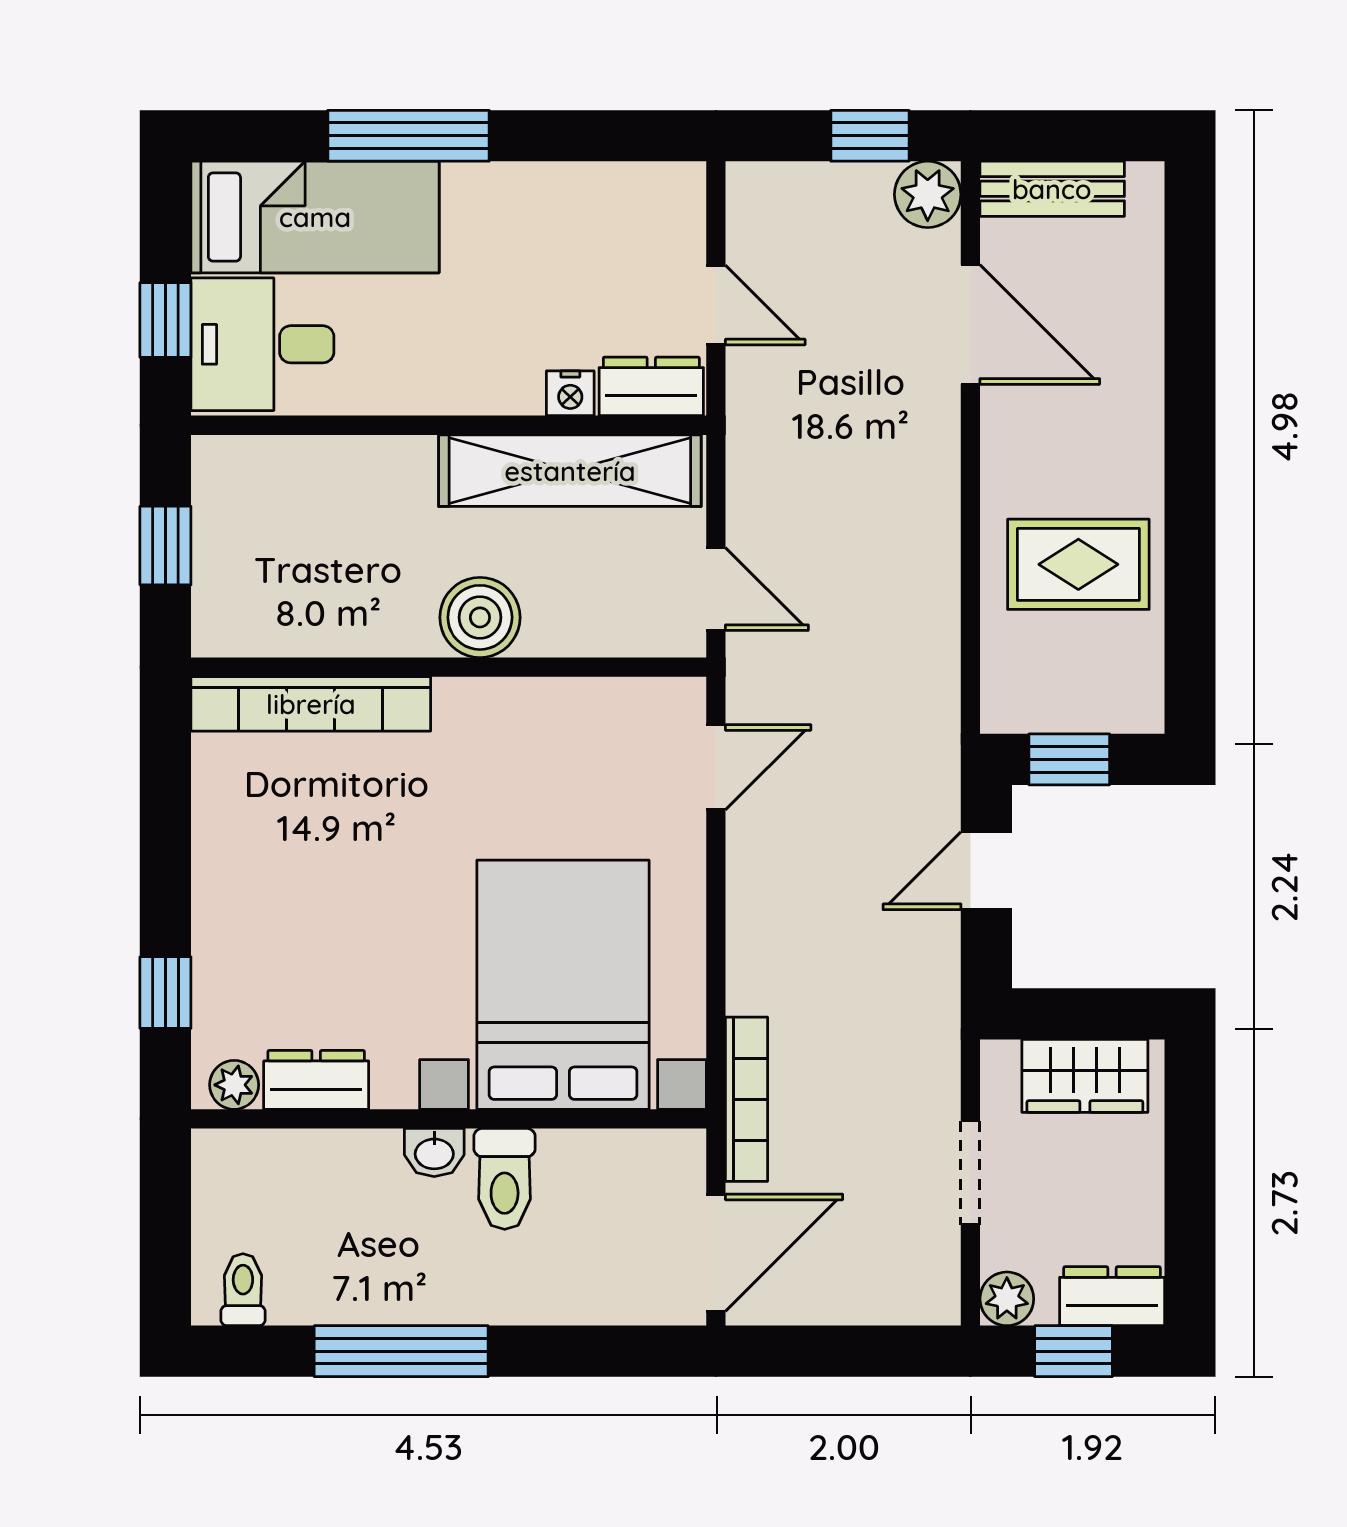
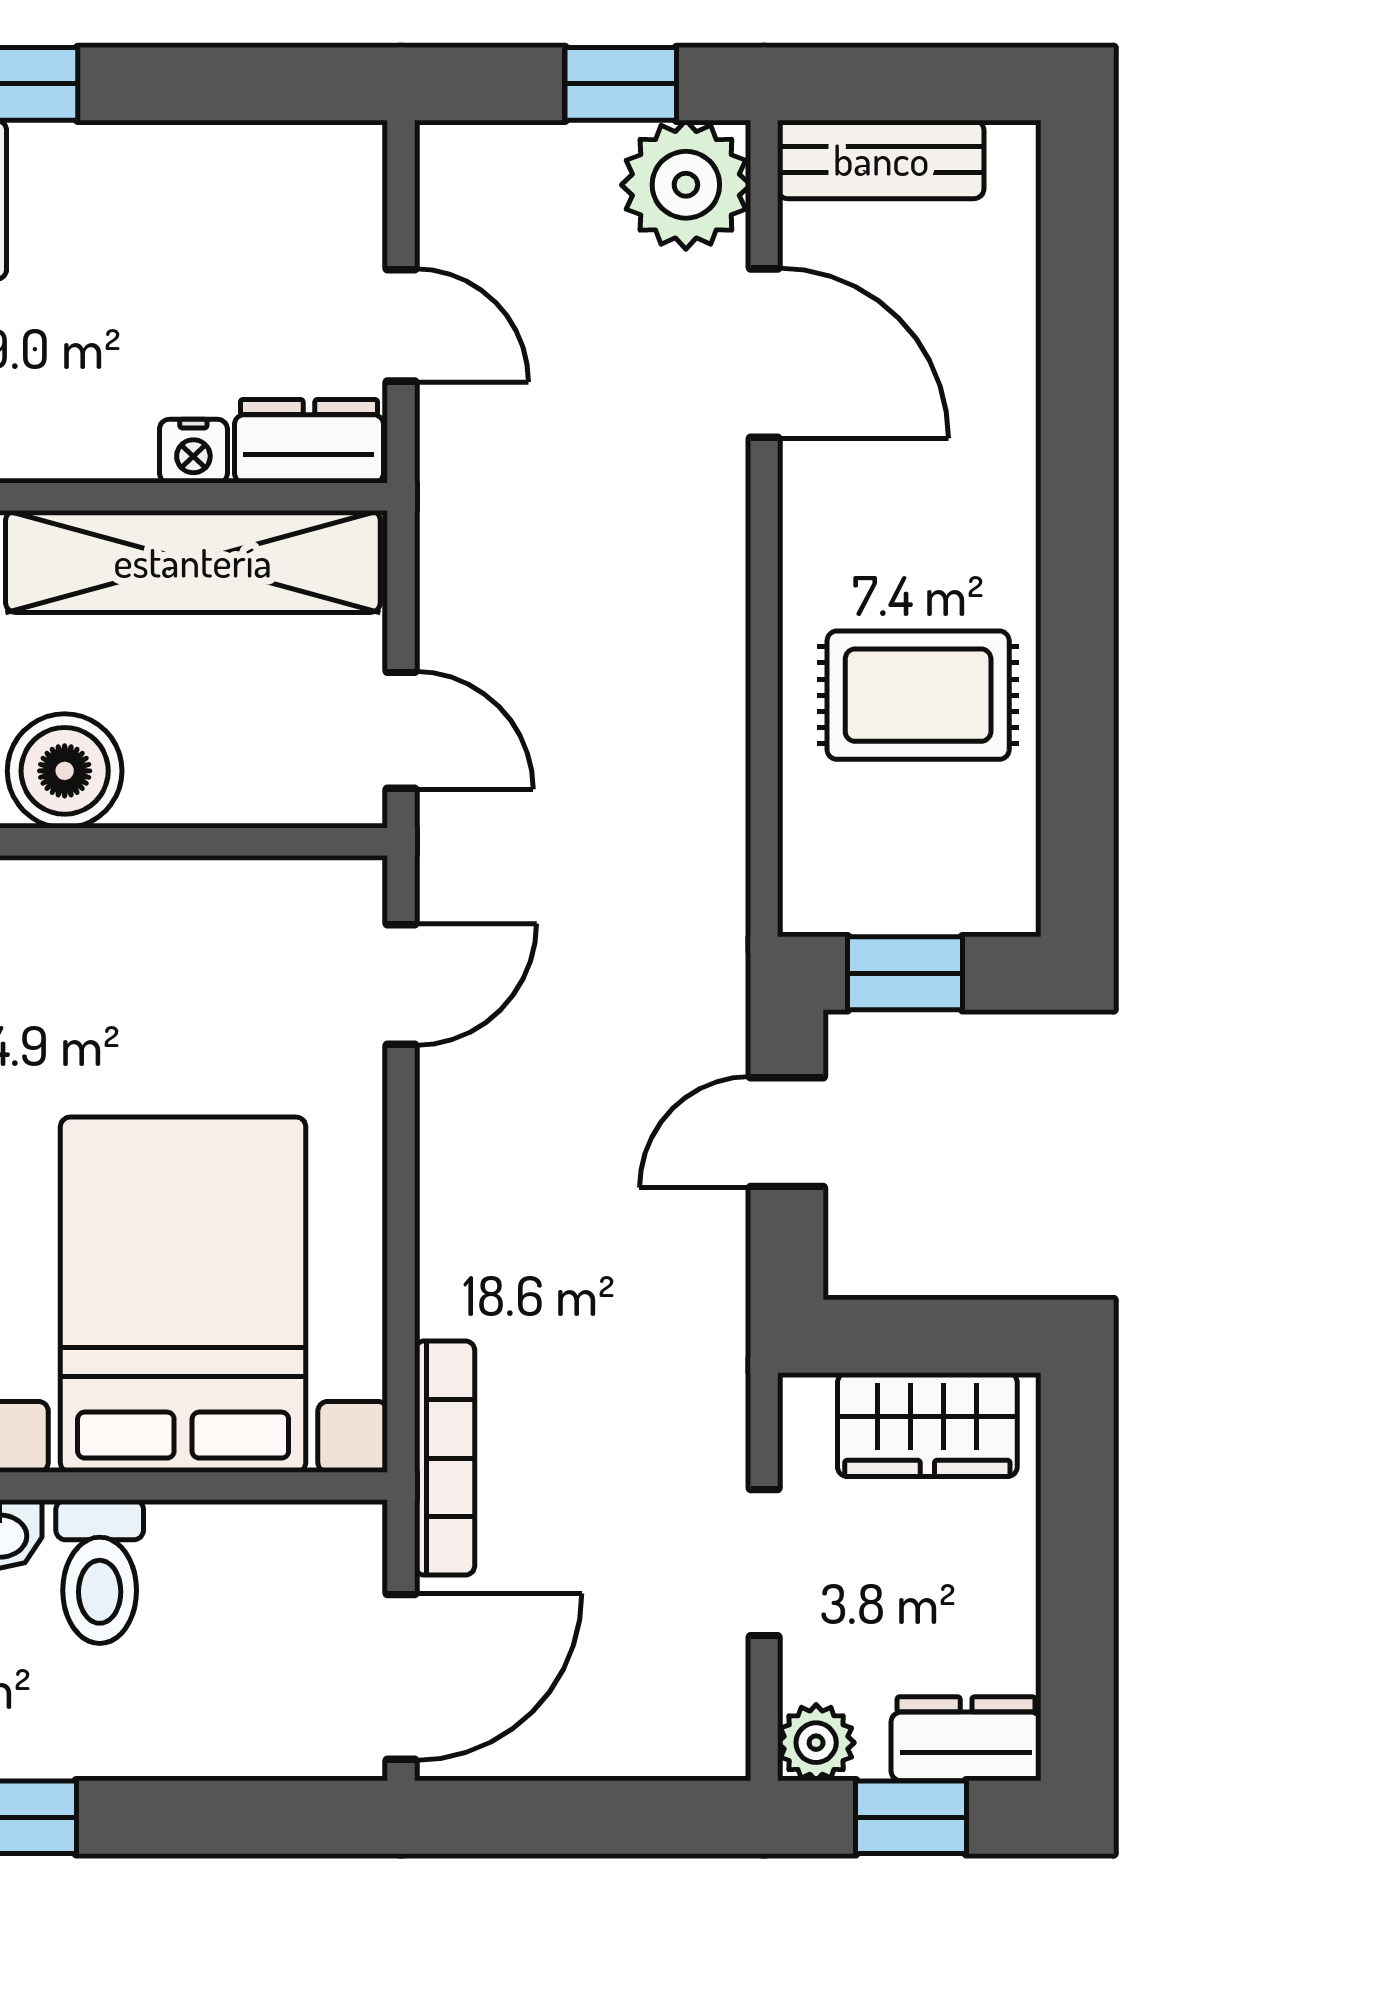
plant: (928, 194) -> (686, 185), width x1.36, depth x1.36

